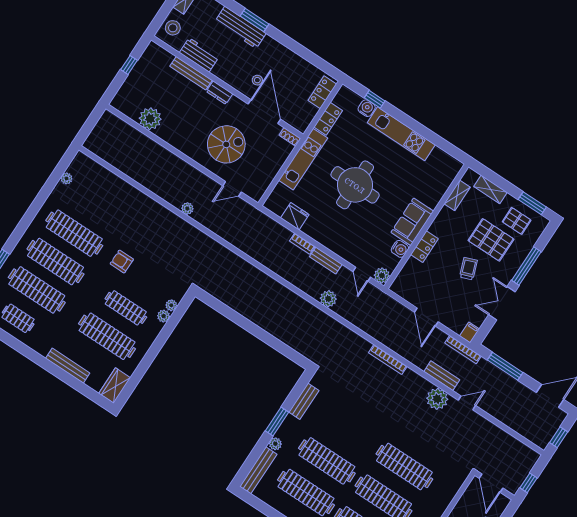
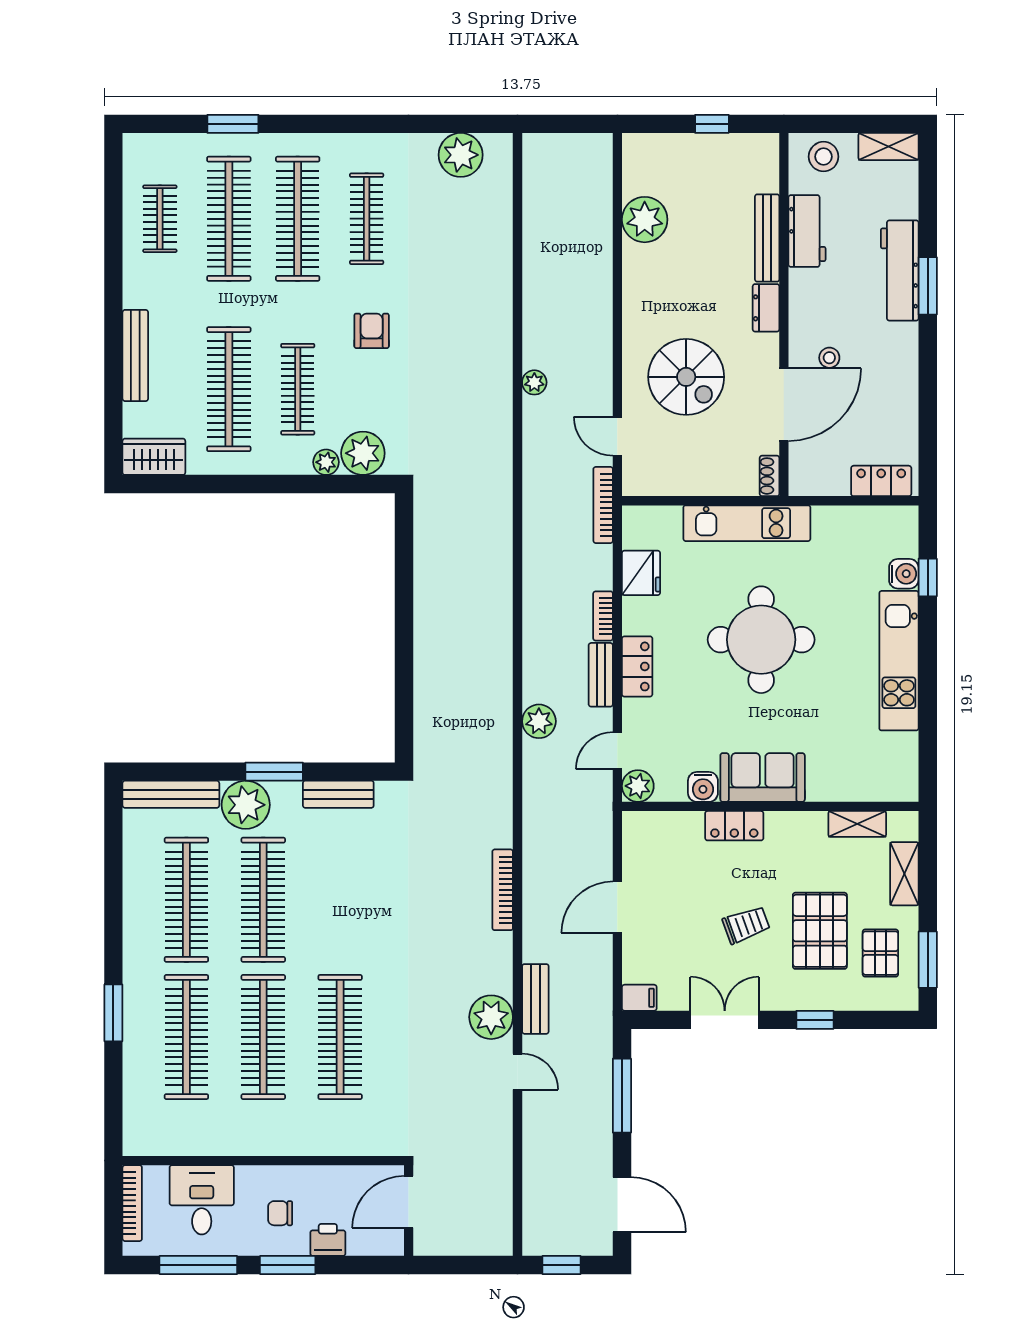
locker: (328, 119) -> (637, 666), moved, turned -90
plant: (66, 178) -> (461, 155), width x1.87, depth x1.87
clothes rail: (74, 233) -> (367, 219), width x0.73, depth x0.76
window: (526, 266) -> (815, 1020), width x0.46
plant: (171, 305) -> (363, 453), width x1.88, depth x1.88
bookcase: (463, 350) -> (603, 505), moved
plant: (275, 444) -> (246, 805), width x1.87, depth x1.87
window: (528, 483) -> (451, 1265), removed

